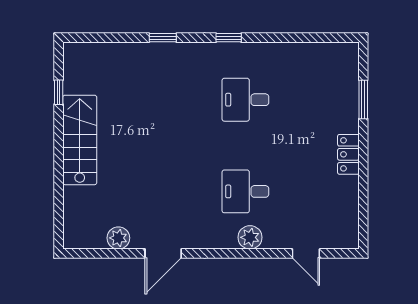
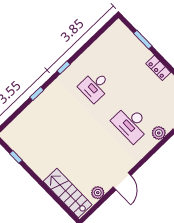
stairs: (80, 140) -> (68, 193), moved
desk: (245, 191) -> (131, 124), width x1.37
plant: (250, 237) -> (159, 133), moved

